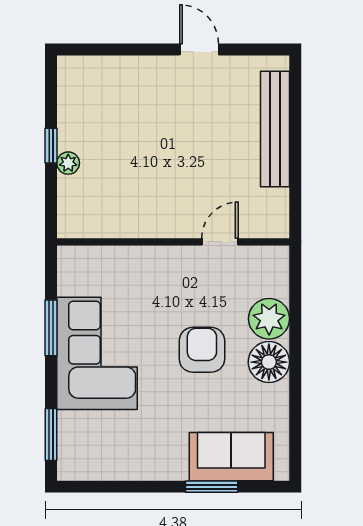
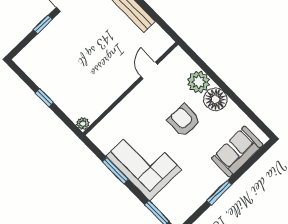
window: (141, 50) -> (43, 24), added
plant: (68, 163) -> (83, 124), moved
window: (212, 487) -> (219, 193), moved

